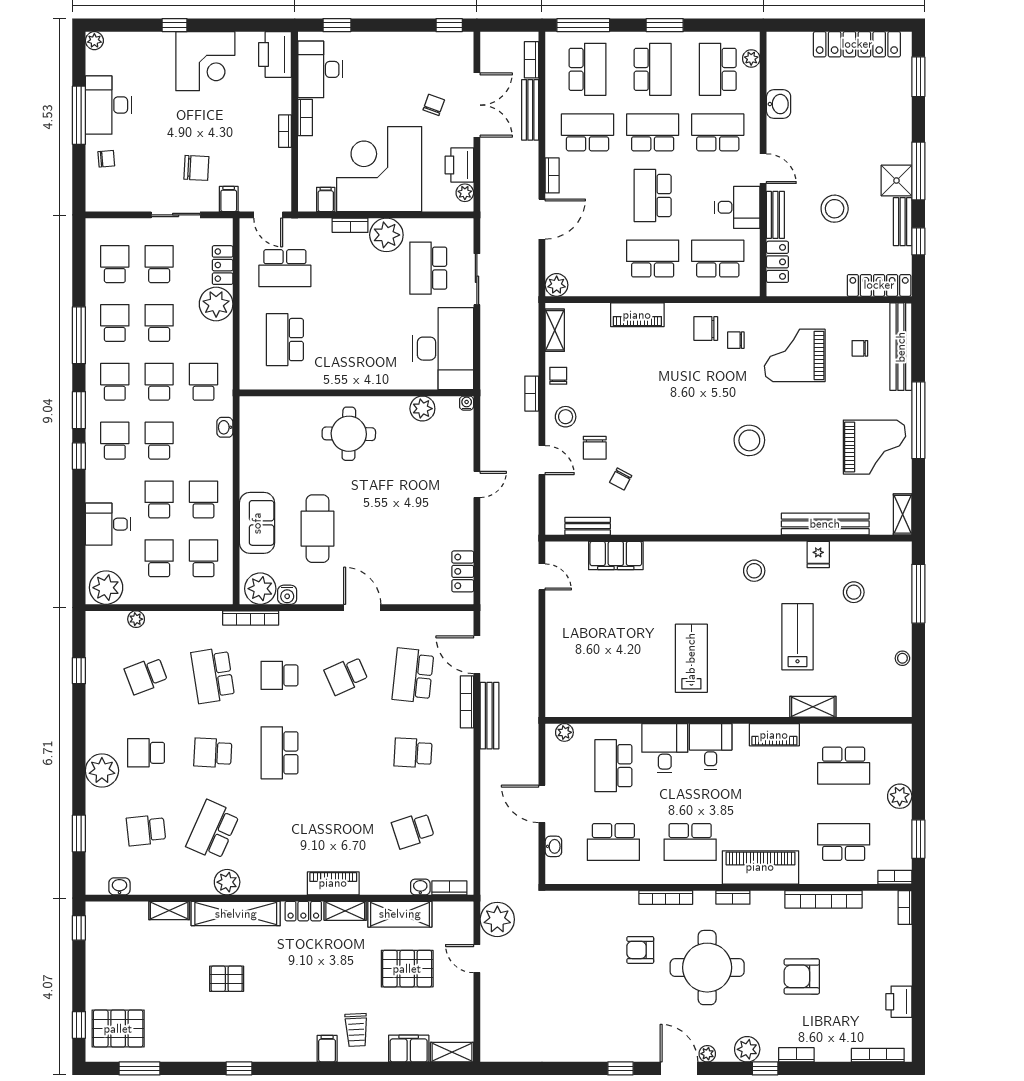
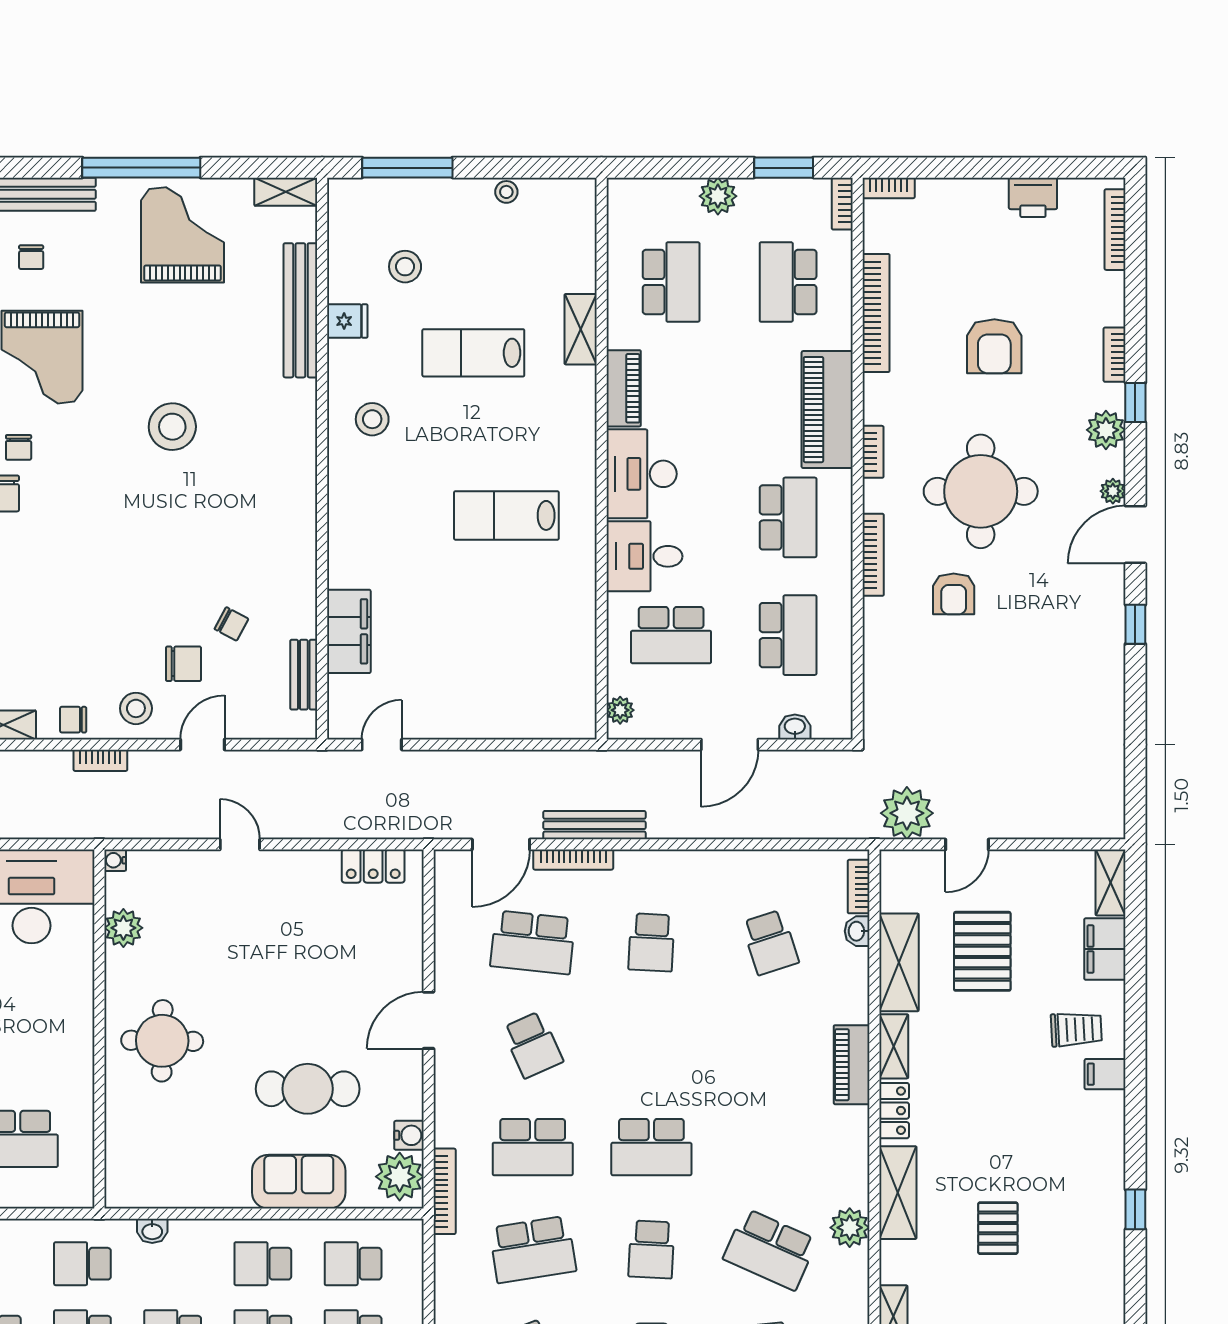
school desk: (280, 675) -> (533, 1147), width x1.85
desk: (711, 746) -> (642, 474), width x1.37
shelving: (236, 914) -> (898, 1193), width x0.68

